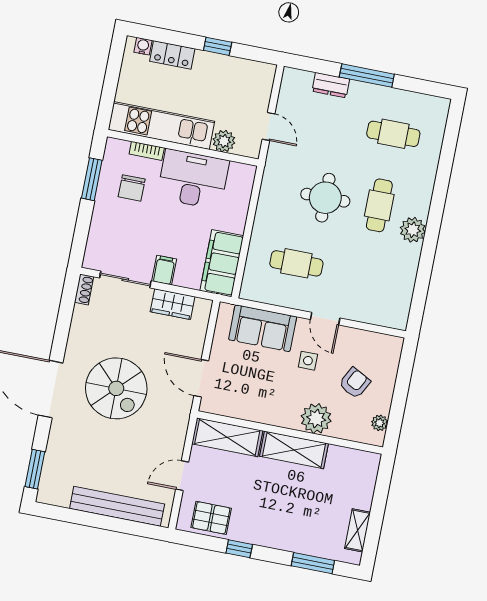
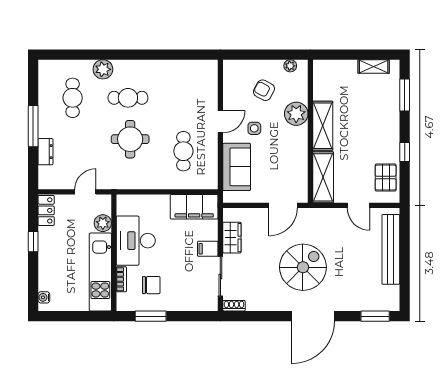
locker: (172, 55) -> (46, 210), moved
plant: (413, 230) -> (103, 69), moved

